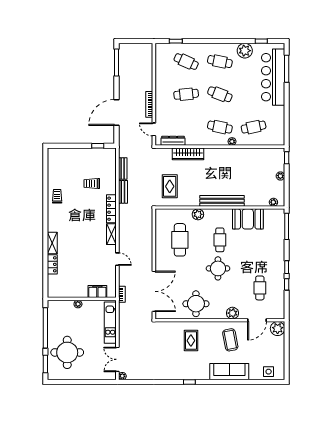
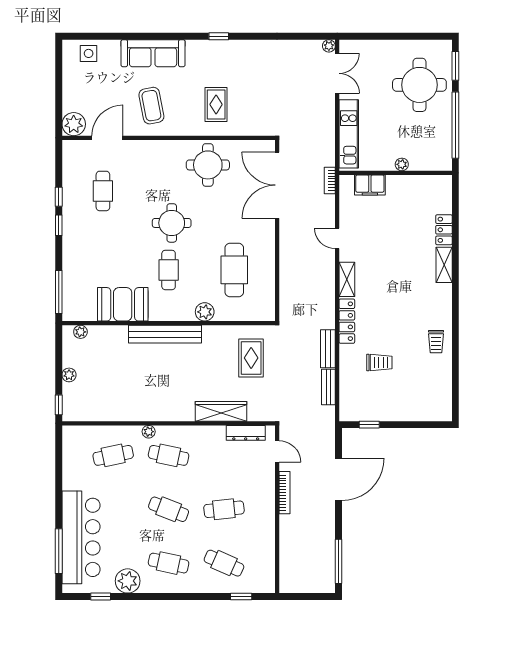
plant: (232, 313) -> (148, 150), removed

